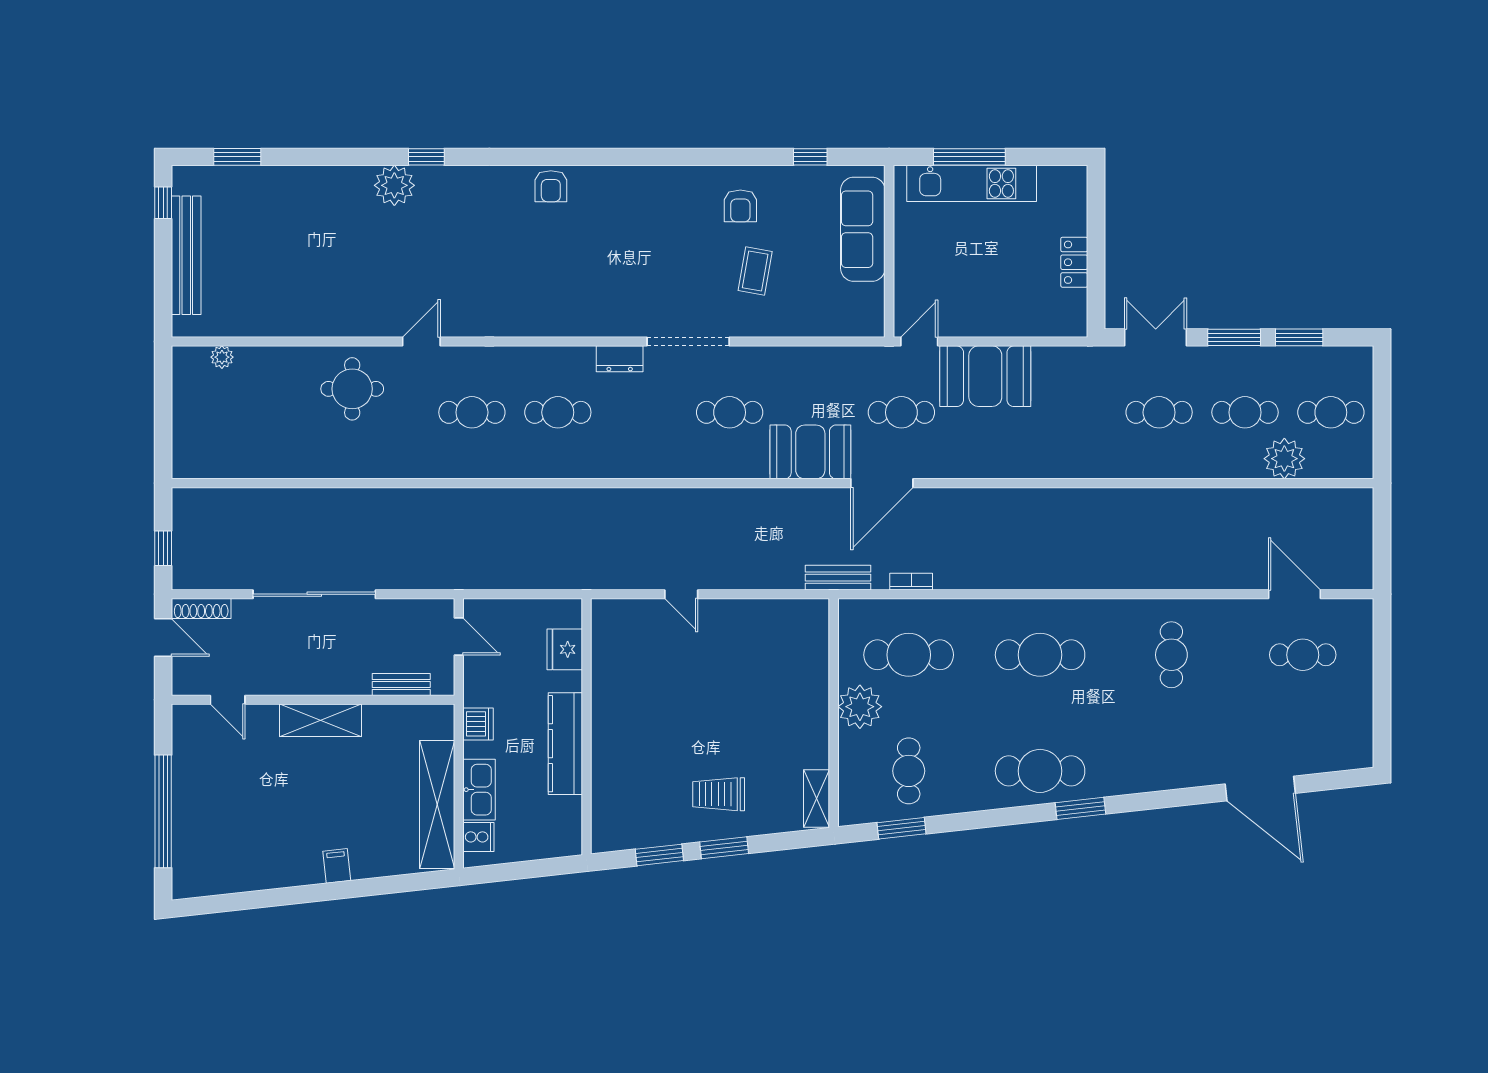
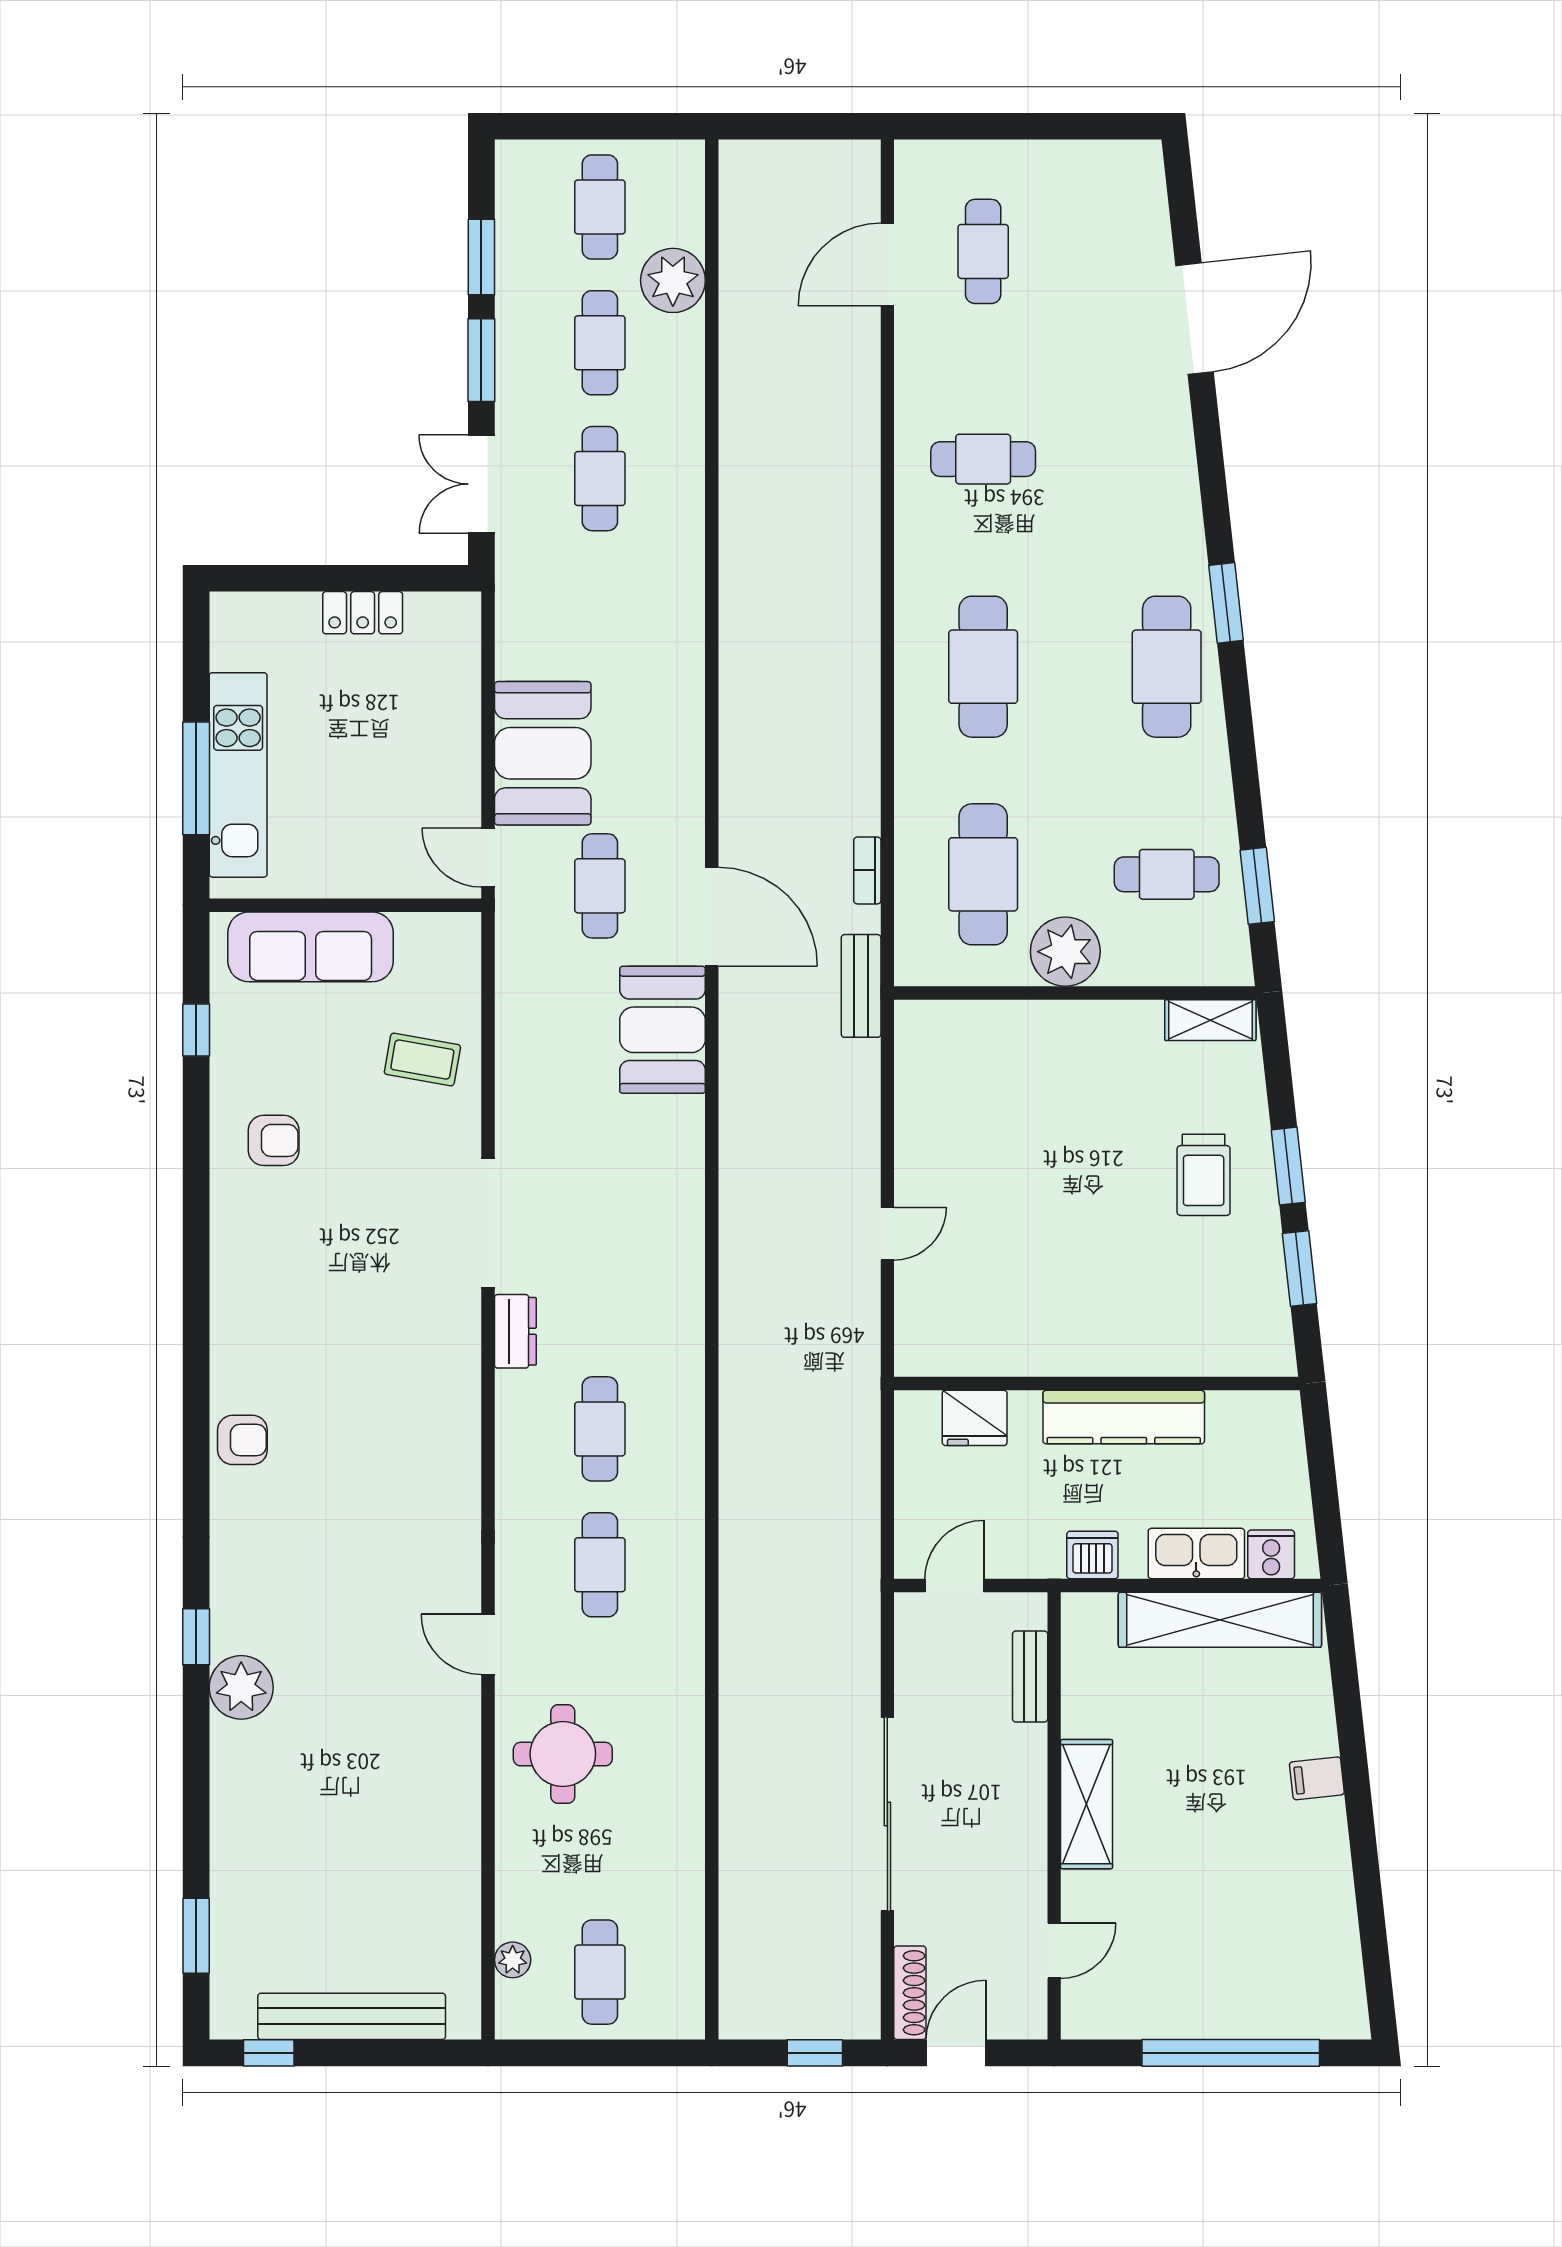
coffee table: (755, 271) -> (422, 1060), moved
cafe table: (730, 412) -> (600, 1972), moved

